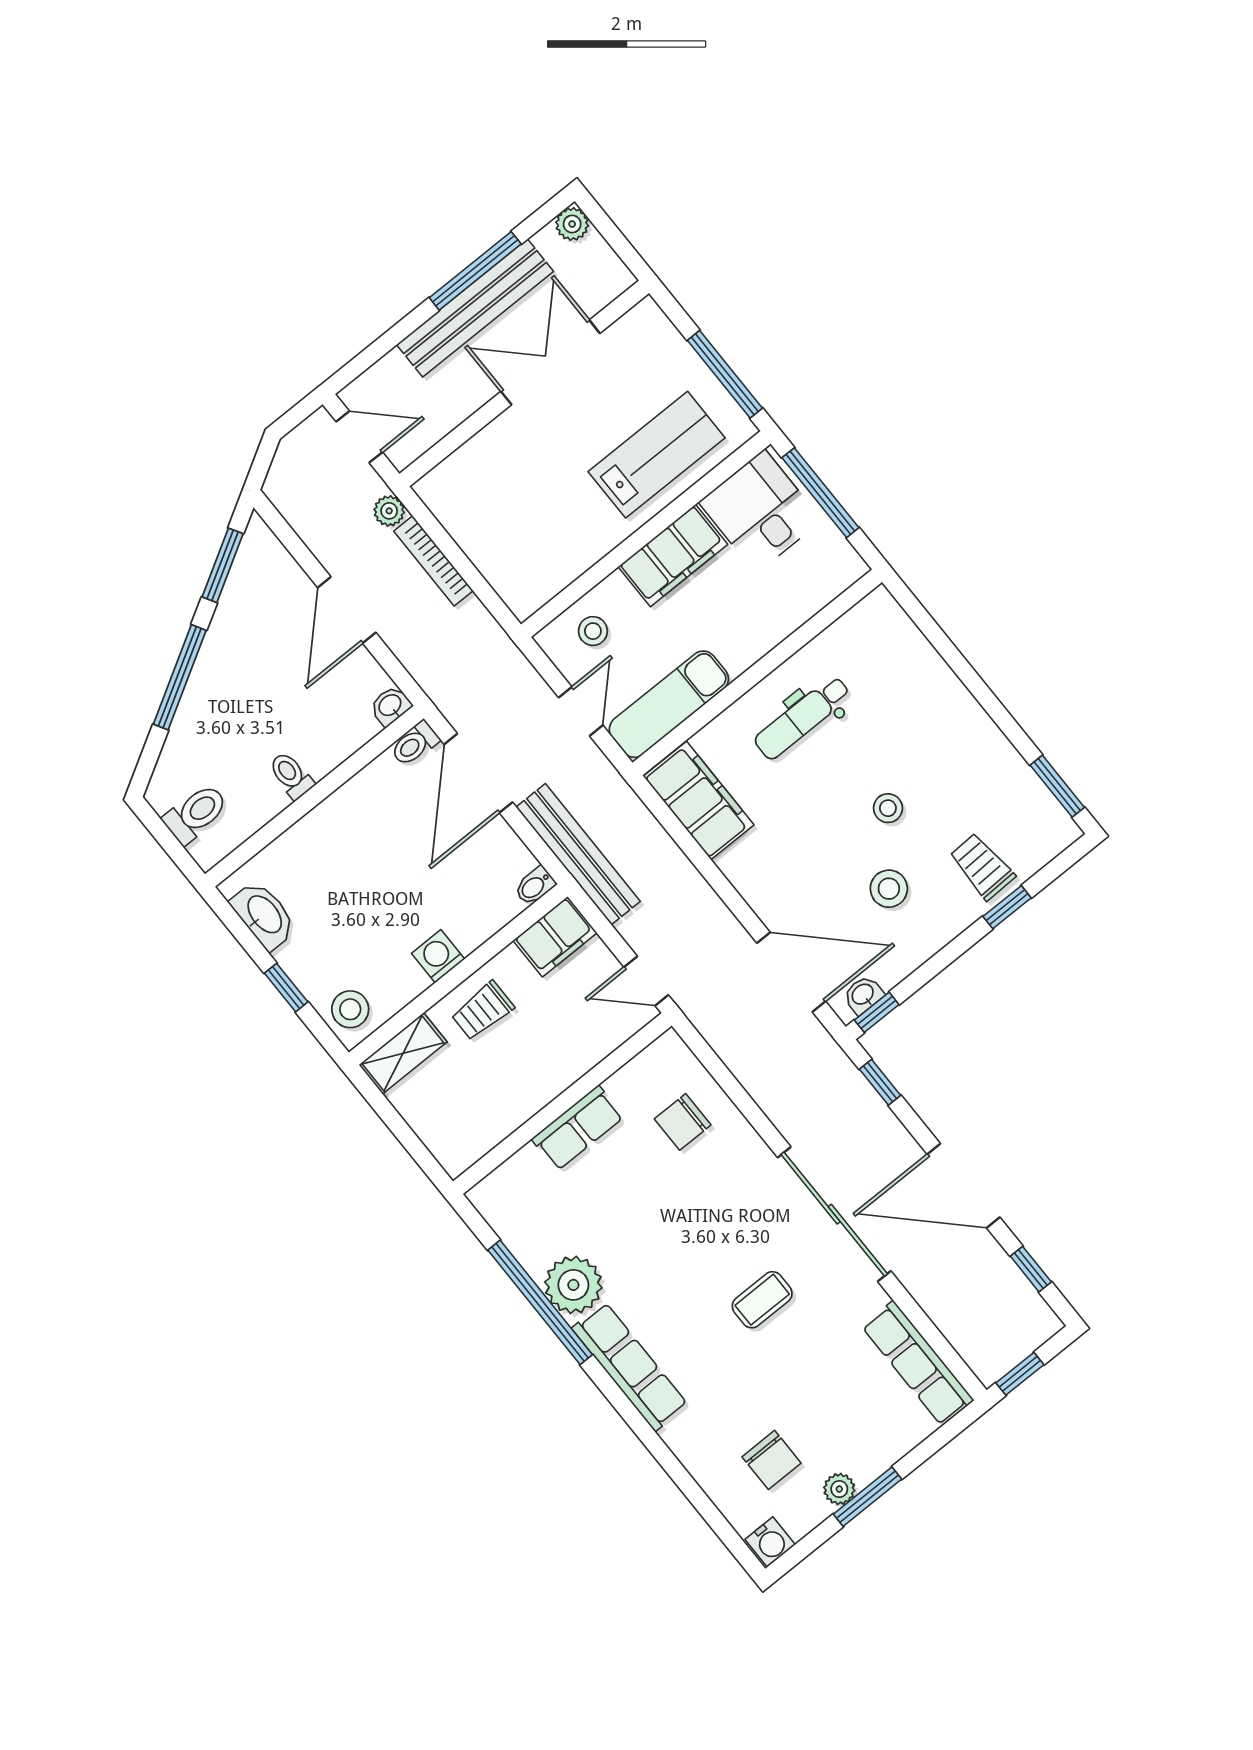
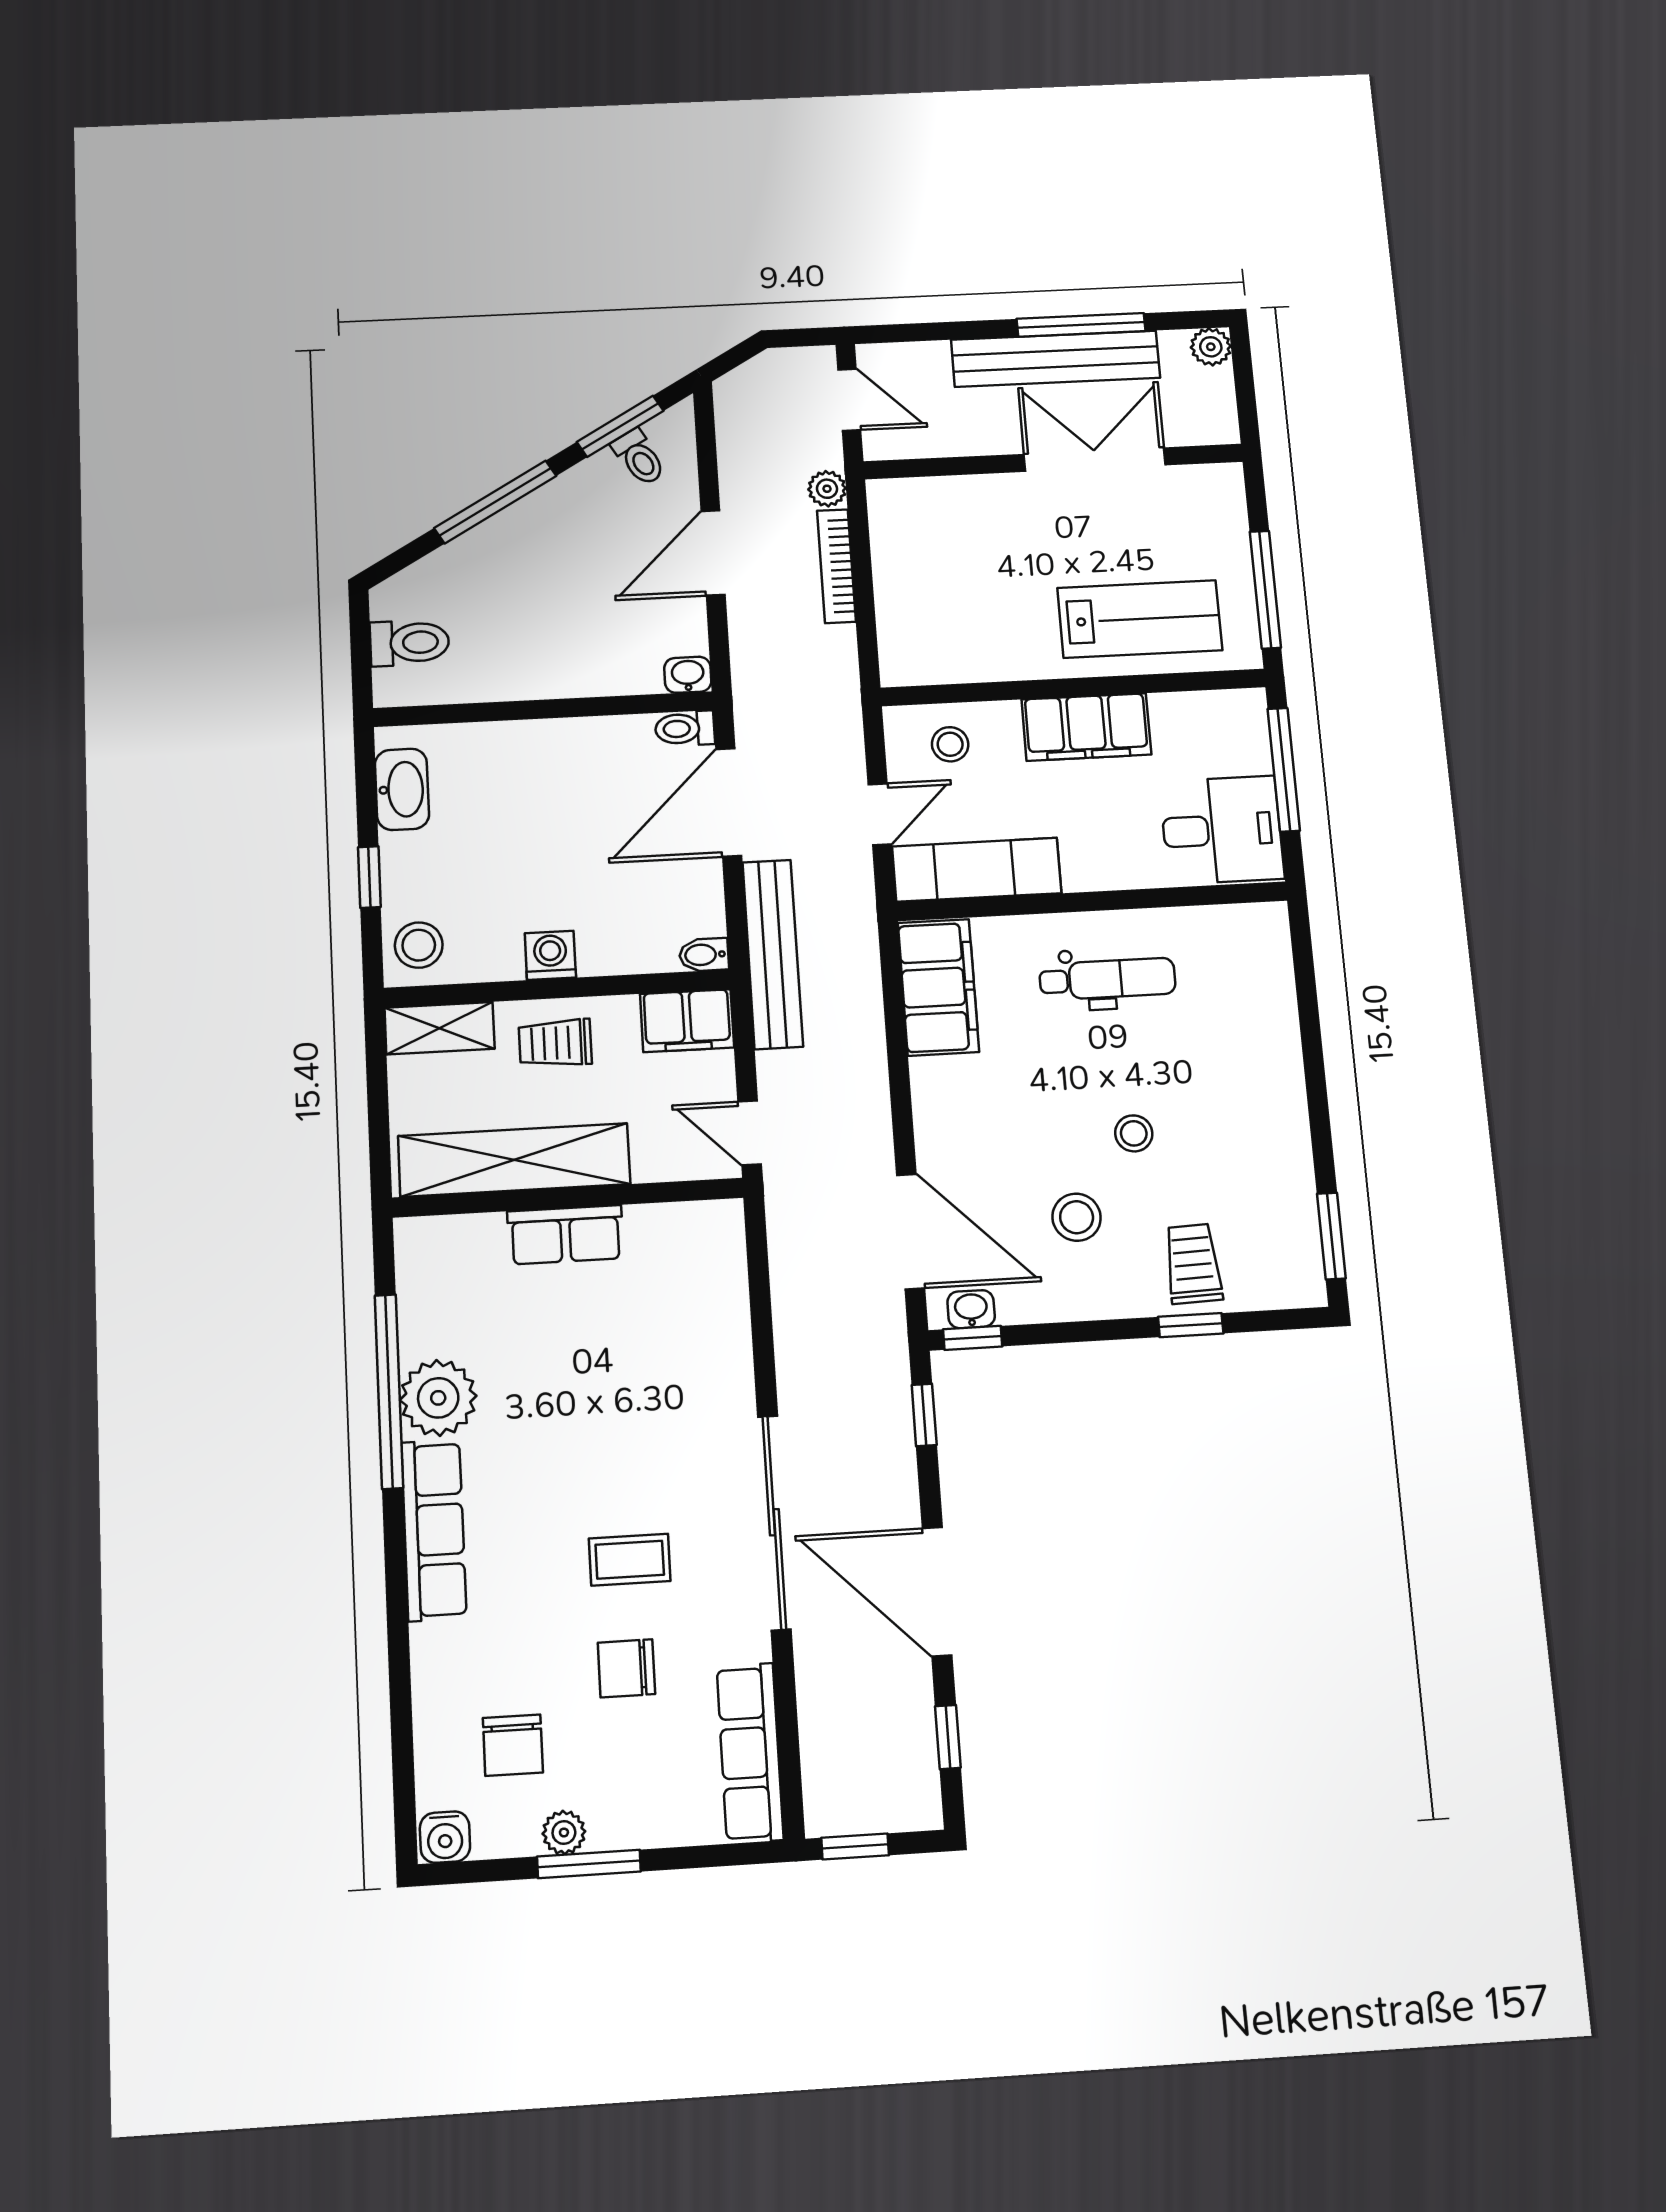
desk: (760, 511) -> (1222, 830), moved, turned 90
dental chair: (802, 718) -> (1107, 979), turned 180
toilet: (291, 775) -> (639, 457), moved, turned 150
shelving: (511, 1104) -> (514, 1160), added
chair: (683, 1122) -> (627, 1668), moved

